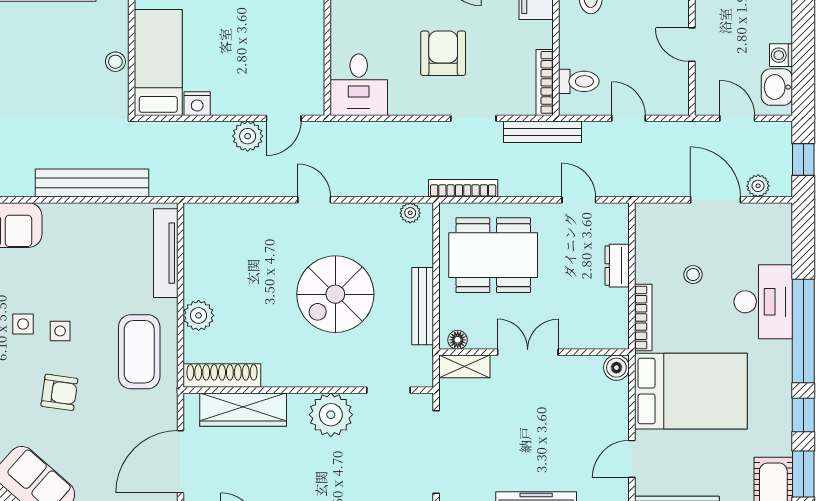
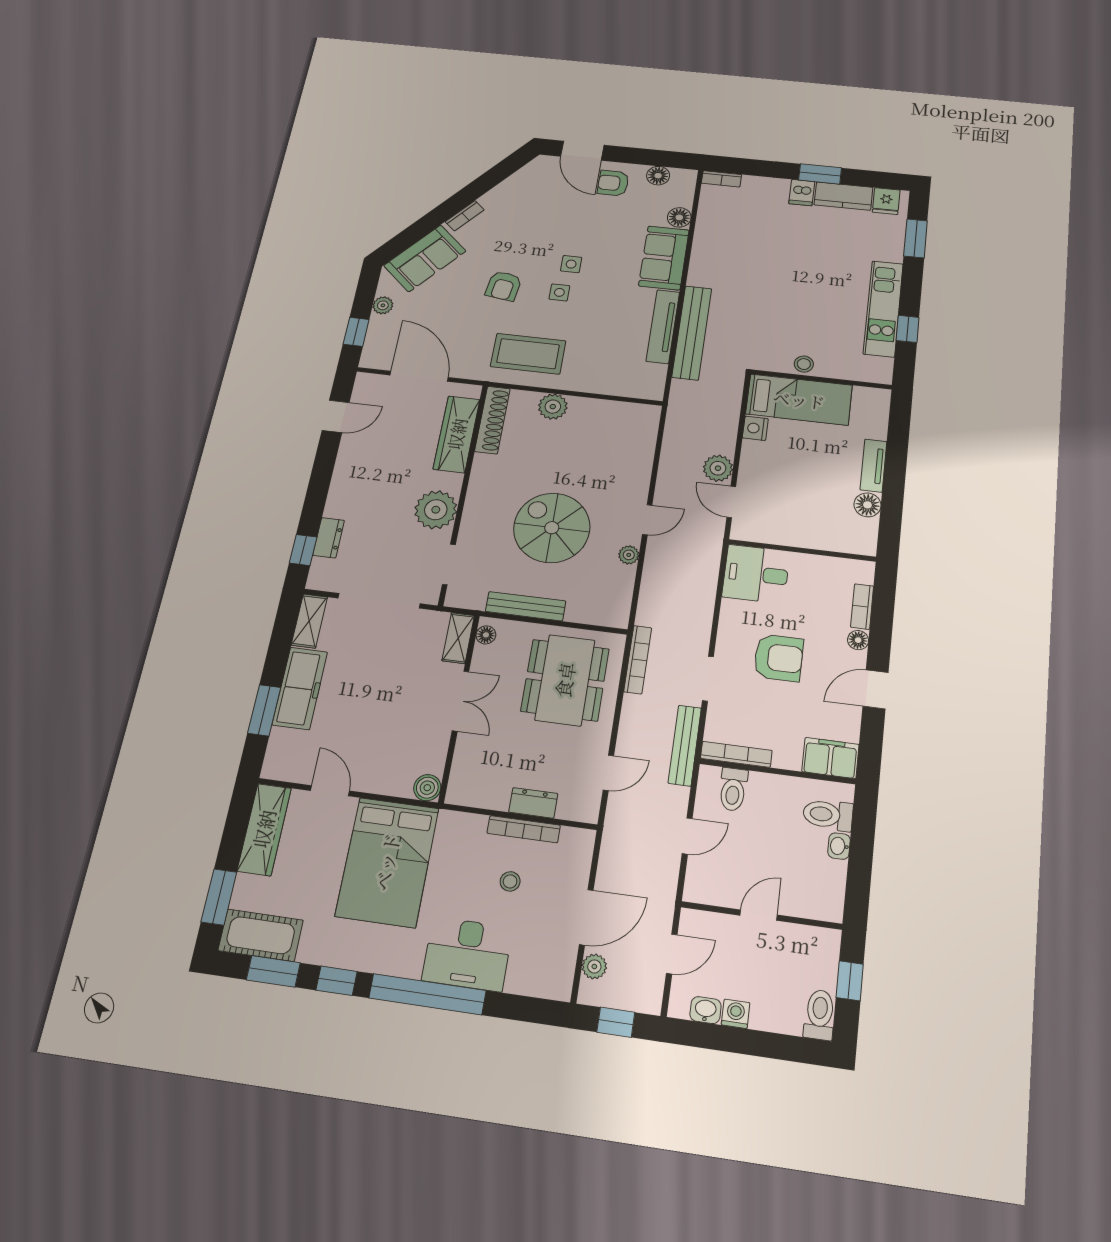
washbasin: (777, 87) -> (705, 1010), width x0.72, depth x0.69
plant: (410, 213) -> (629, 555), moved
tv unit: (166, 253) -> (663, 326), moved, turned -90
bookcase: (643, 317) -> (524, 829), moved

